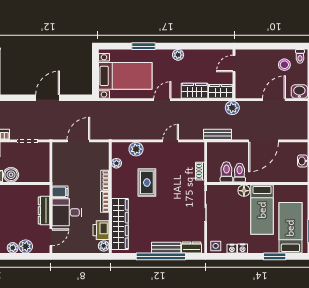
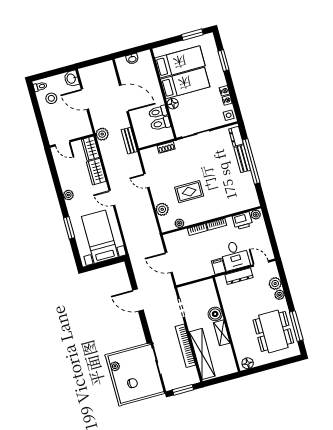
wardrobe: (120, 224) -> (232, 206), removed
bed: (290, 228) -> (180, 62), moved, turned 180

